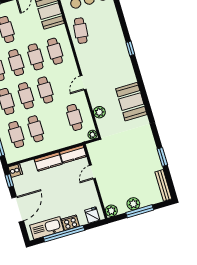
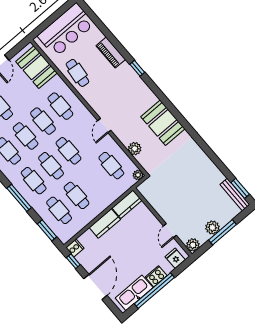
piano: (115, 26) -> (111, 53), added
window: (162, 157) -> (240, 188), moved
door: (92, 172) -> (170, 231), moved

